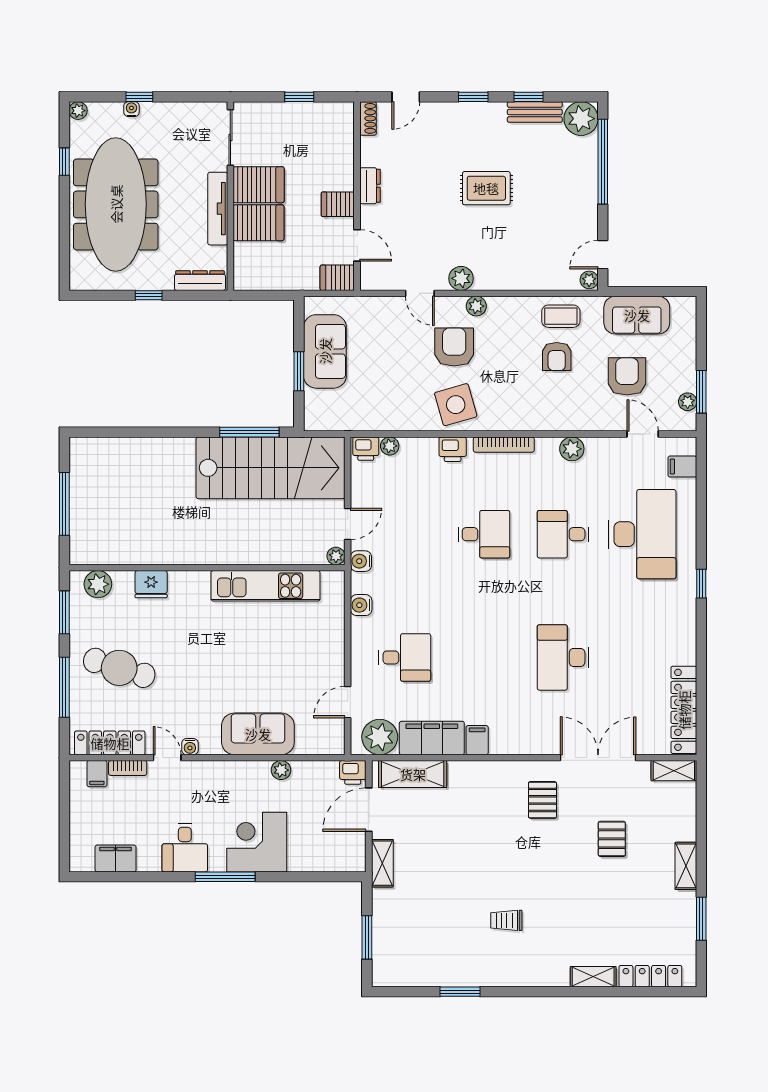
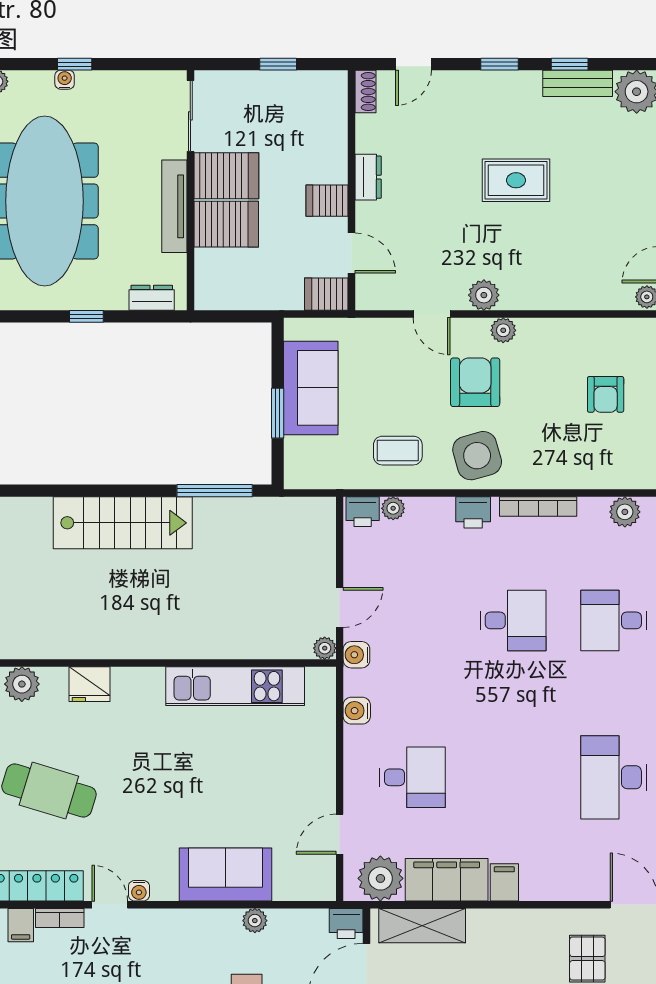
dresser: (200, 281) -> (152, 298), width x0.70
coffee table: (561, 316) -> (398, 451), moved
stairs: (271, 468) -> (123, 523), moved, width x0.73, depth x0.66

